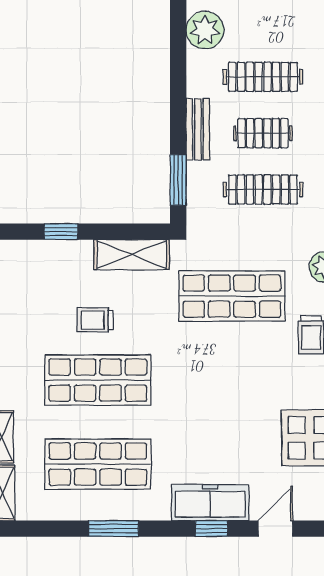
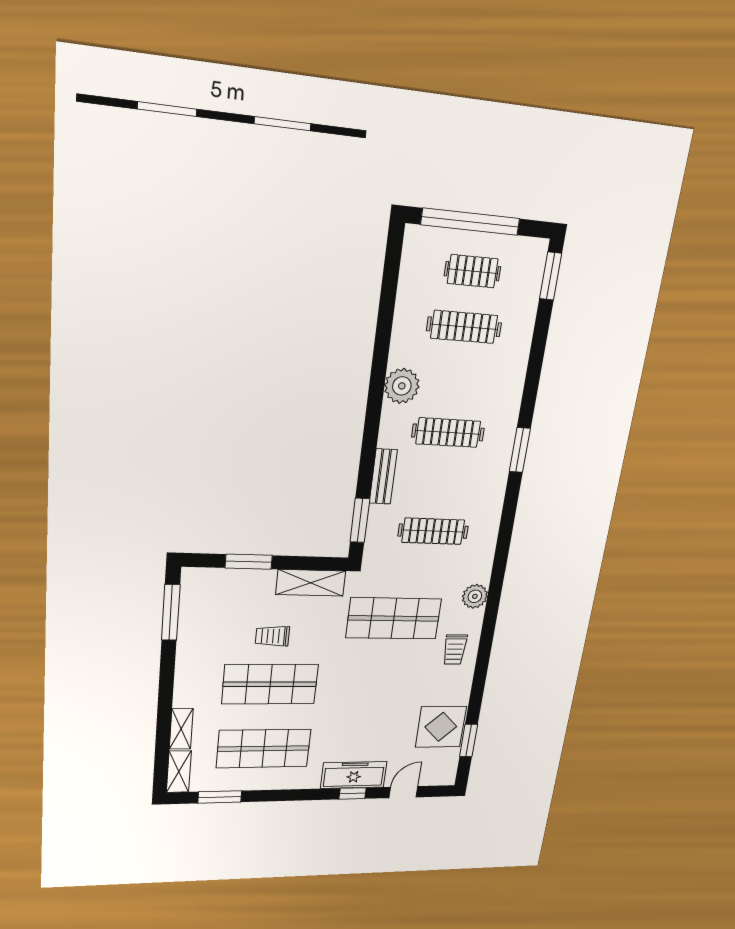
clothes rail: (263, 133) -> (441, 483), removed
window: (61, 232) -> (249, 562), width x1.50
window: (113, 529) -> (220, 797), moved

